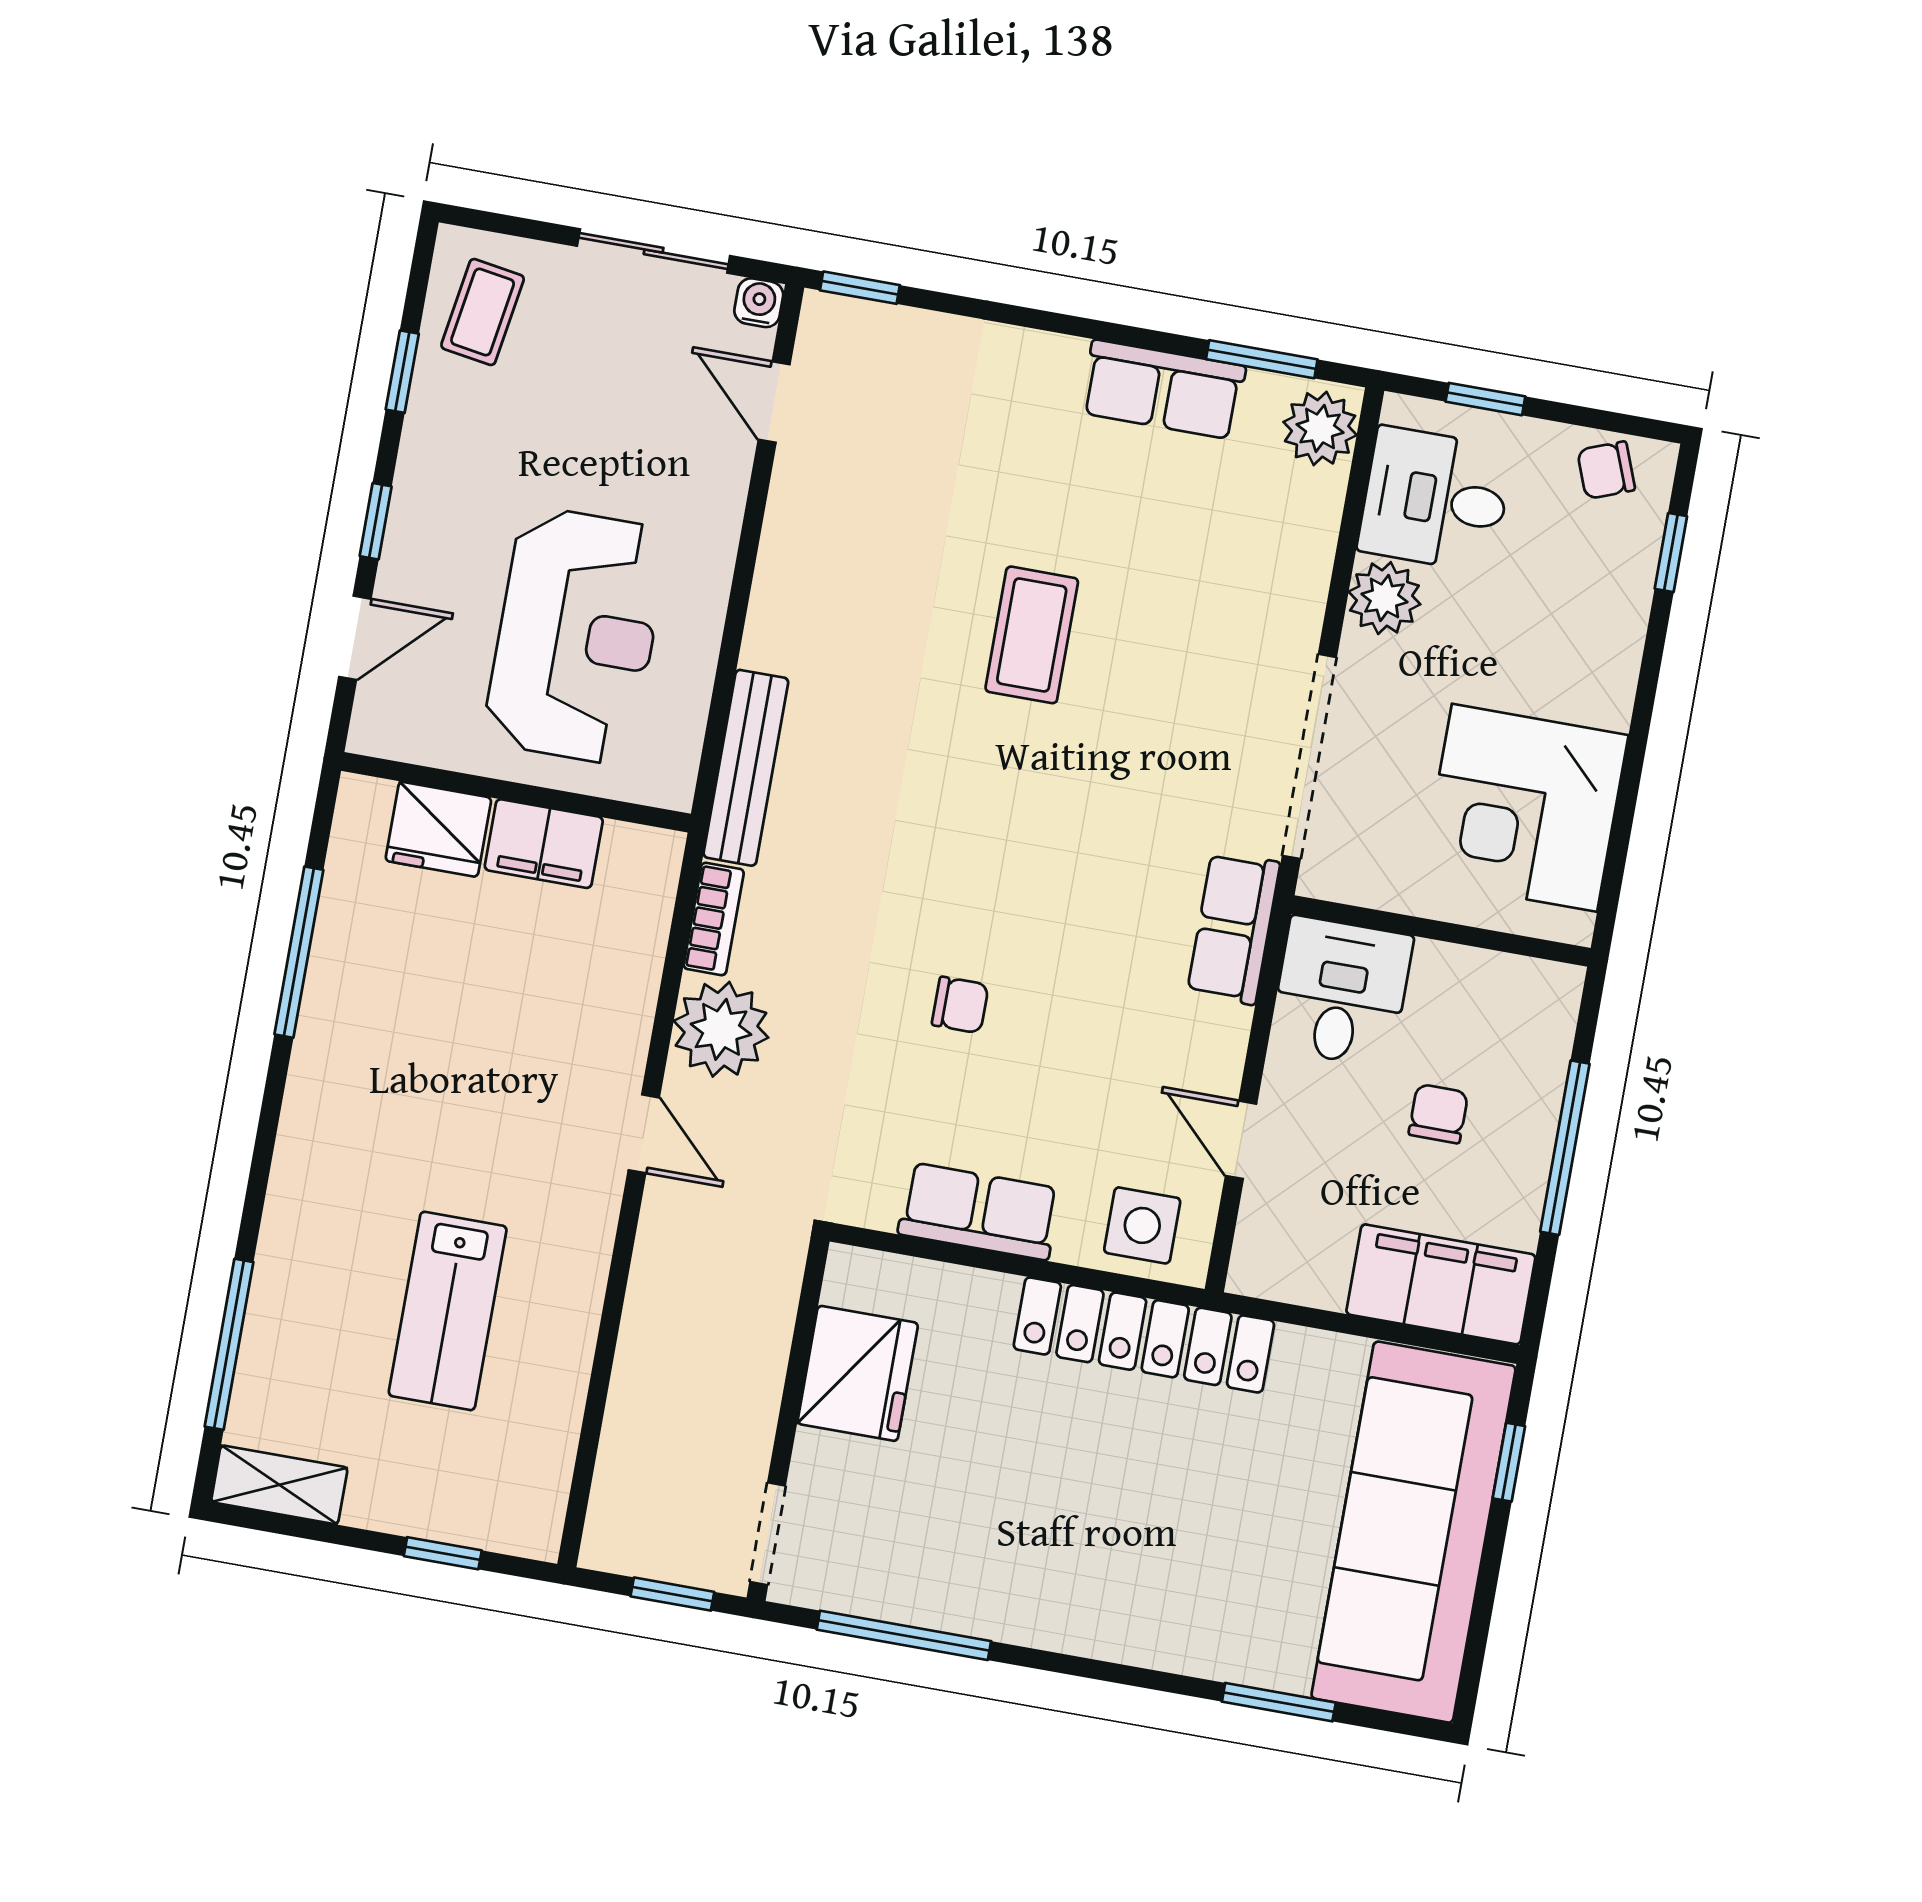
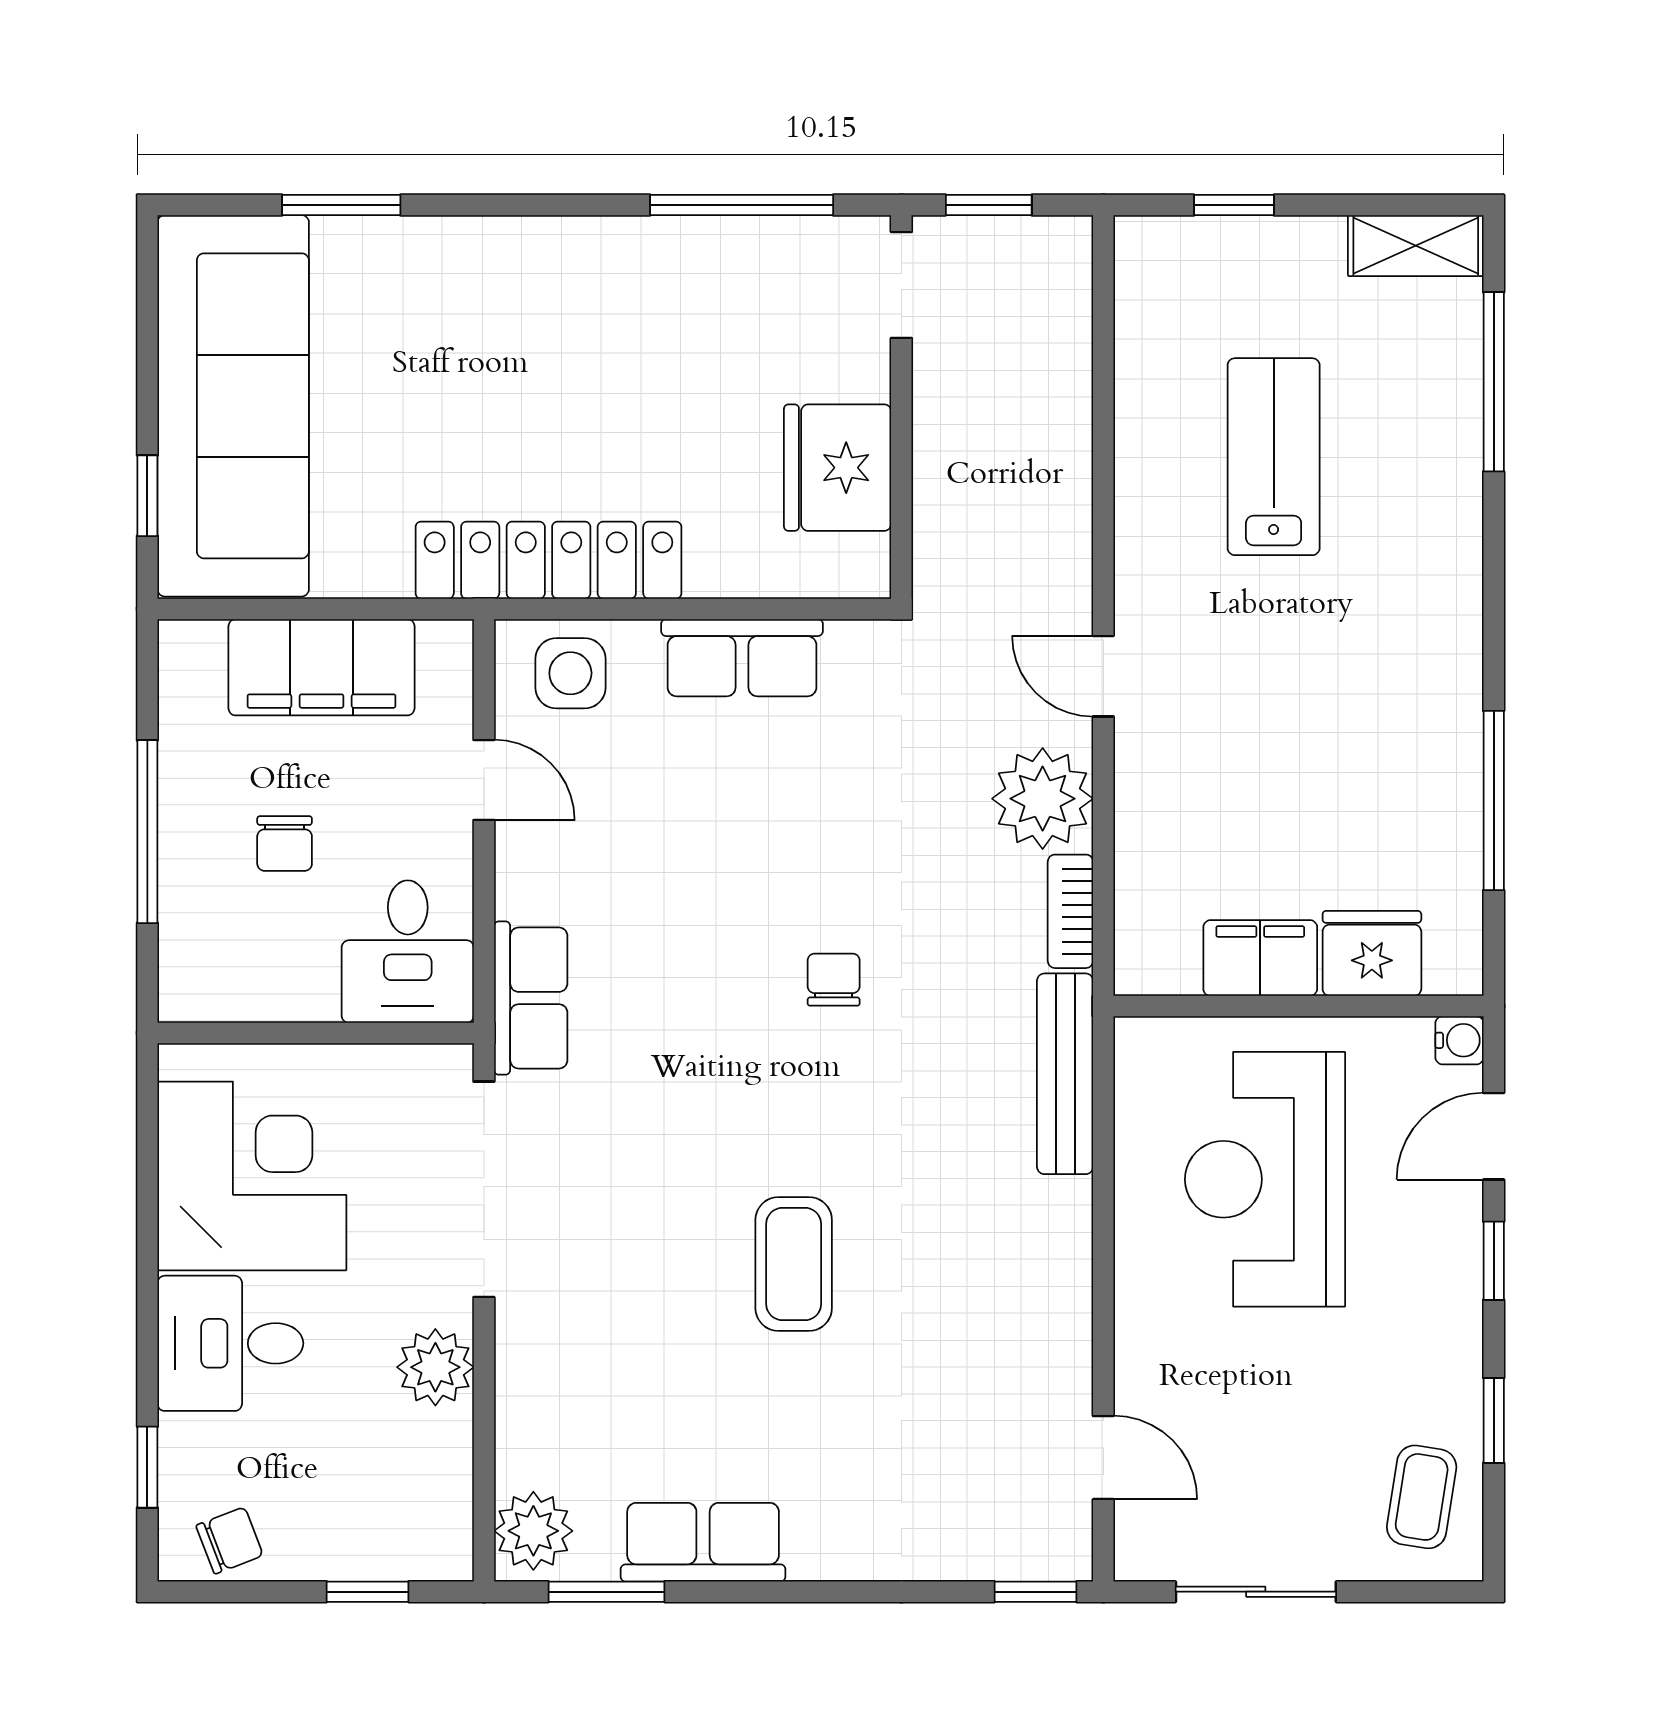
water cooler: (759, 303) -> (1459, 1040), moved, turned -90
desk: (1435, 499) -> (230, 1343), moved, turned 180
chair: (960, 1005) -> (834, 980), moved, turned 90
filing cabinet: (1441, 1284) -> (321, 667), moved

